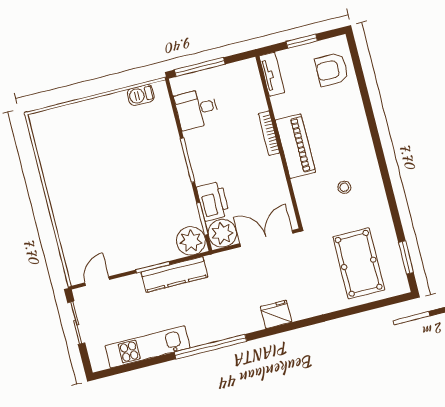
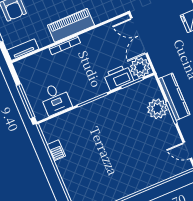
barbecue: (141, 95) -> (56, 150), moved
plant: (191, 241) -> (157, 109), moved

